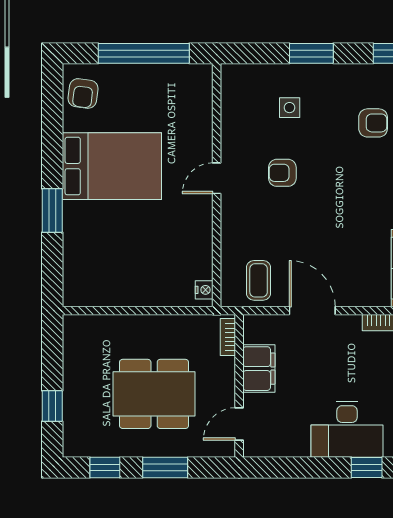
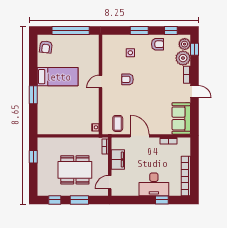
armchair: (373, 123) -> (158, 44), moved
bed: (112, 166) -> (58, 77), width x0.67
window: (52, 406) -> (33, 157), moved

